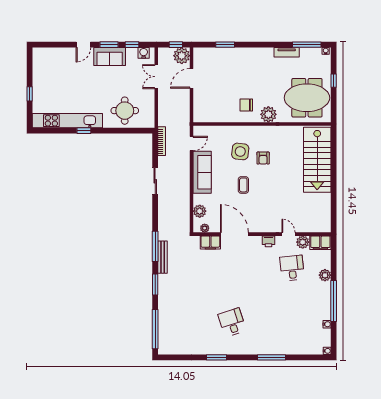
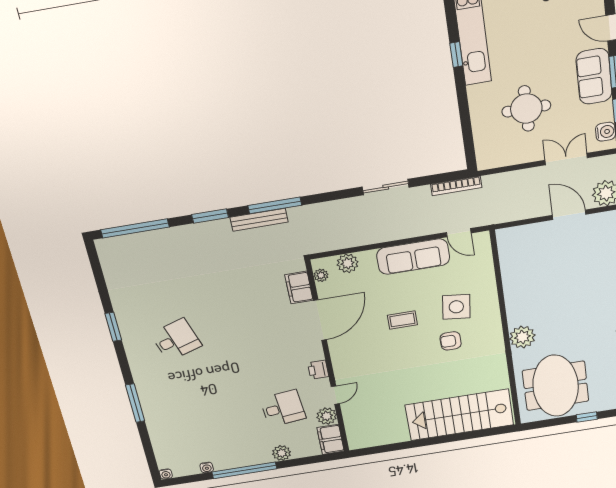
chair: (246, 105) -> (534, 303), removed
round table: (125, 111) -> (526, 109), moved

